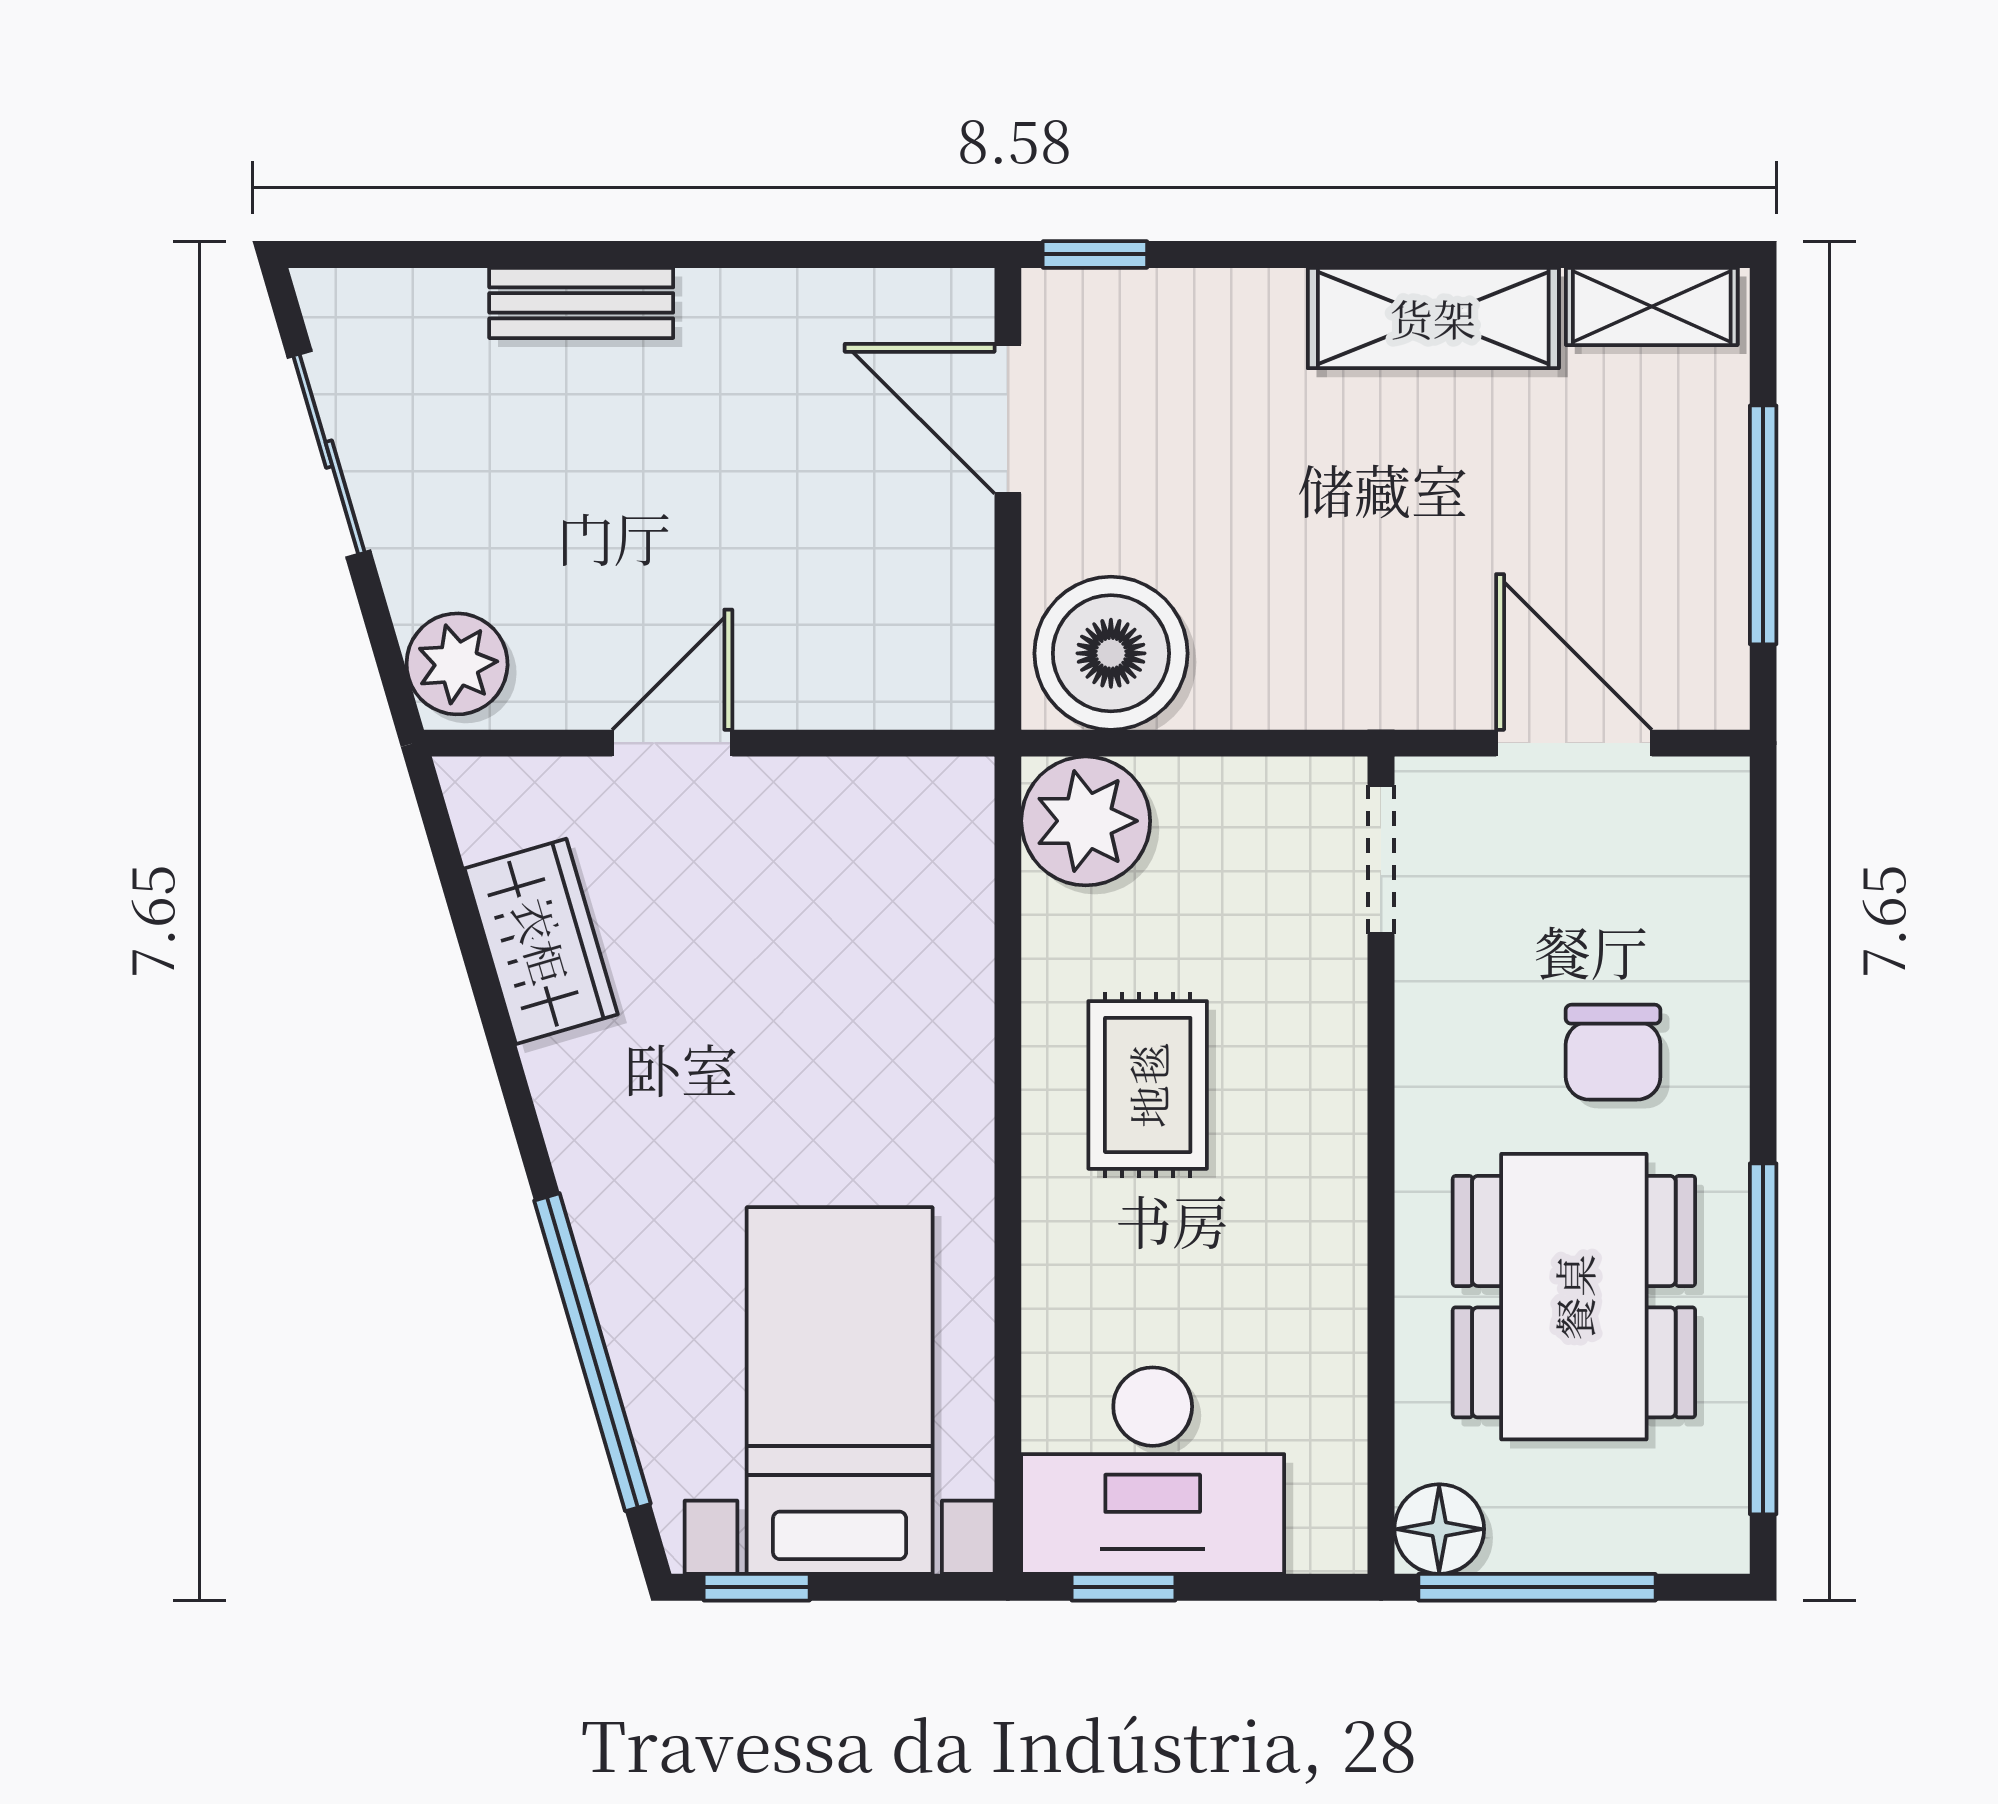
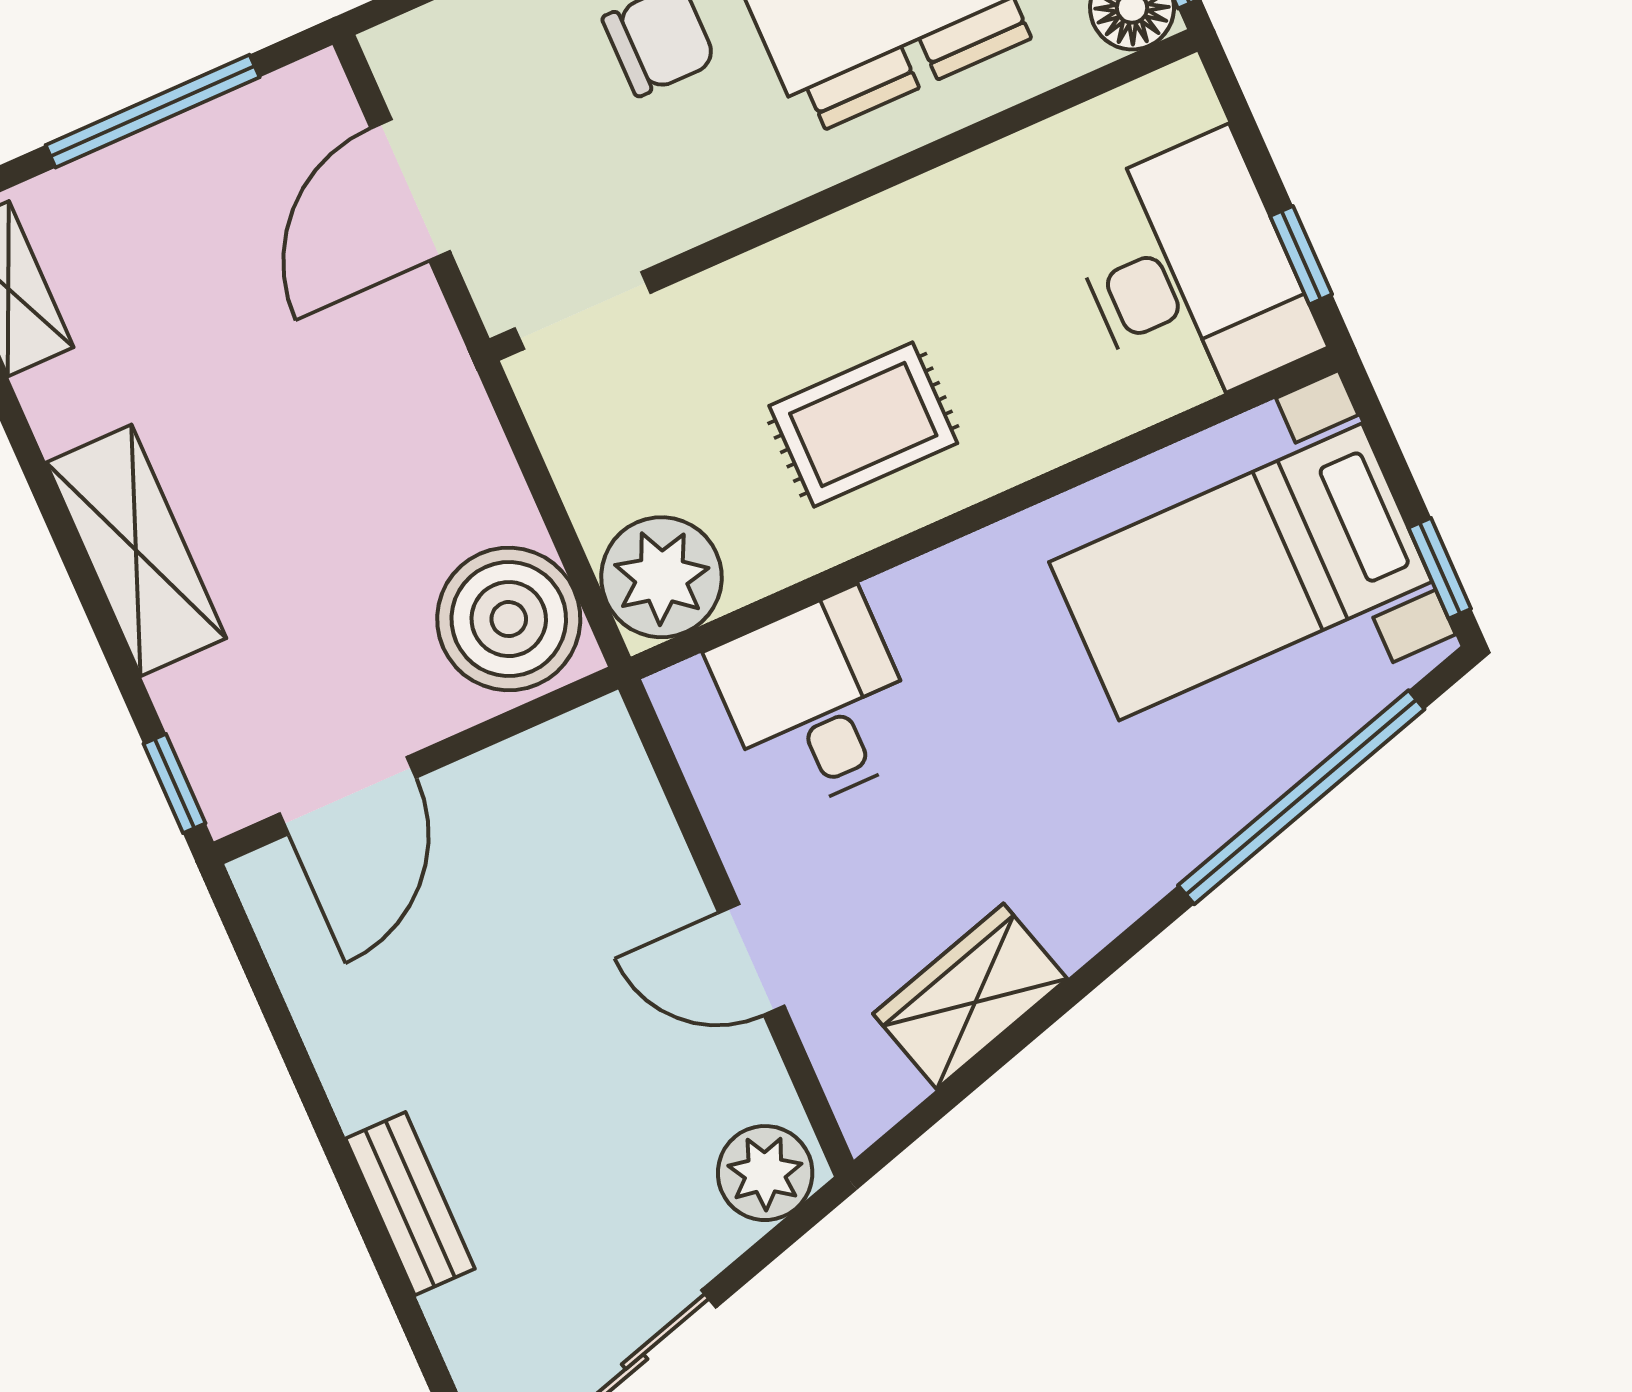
shelving: (1433, 318) -> (136, 550), moved
desk: (896, 919) -> (817, 702), added

